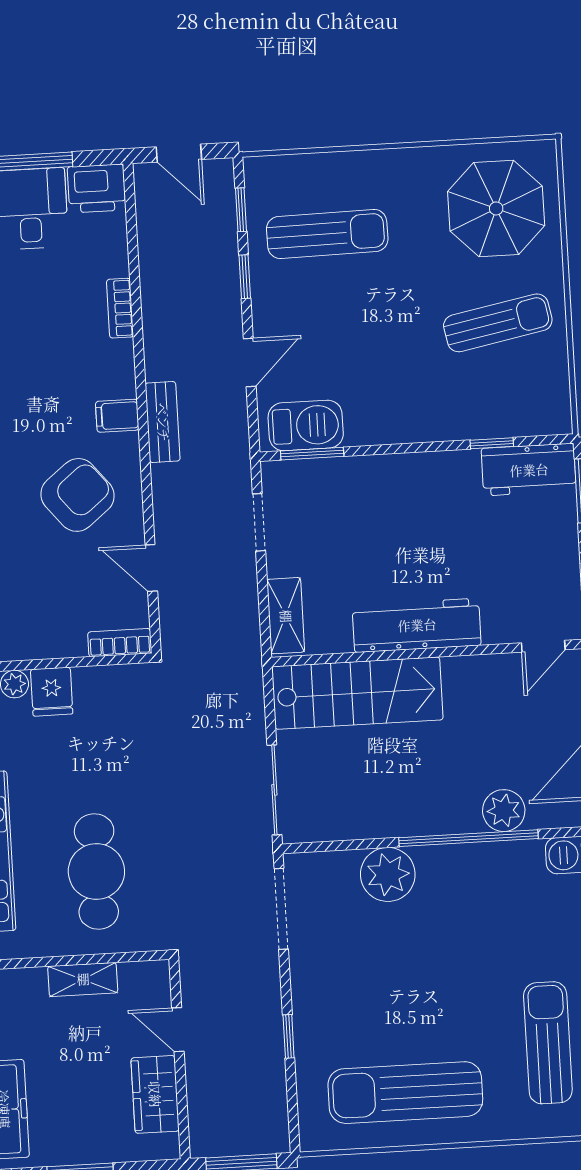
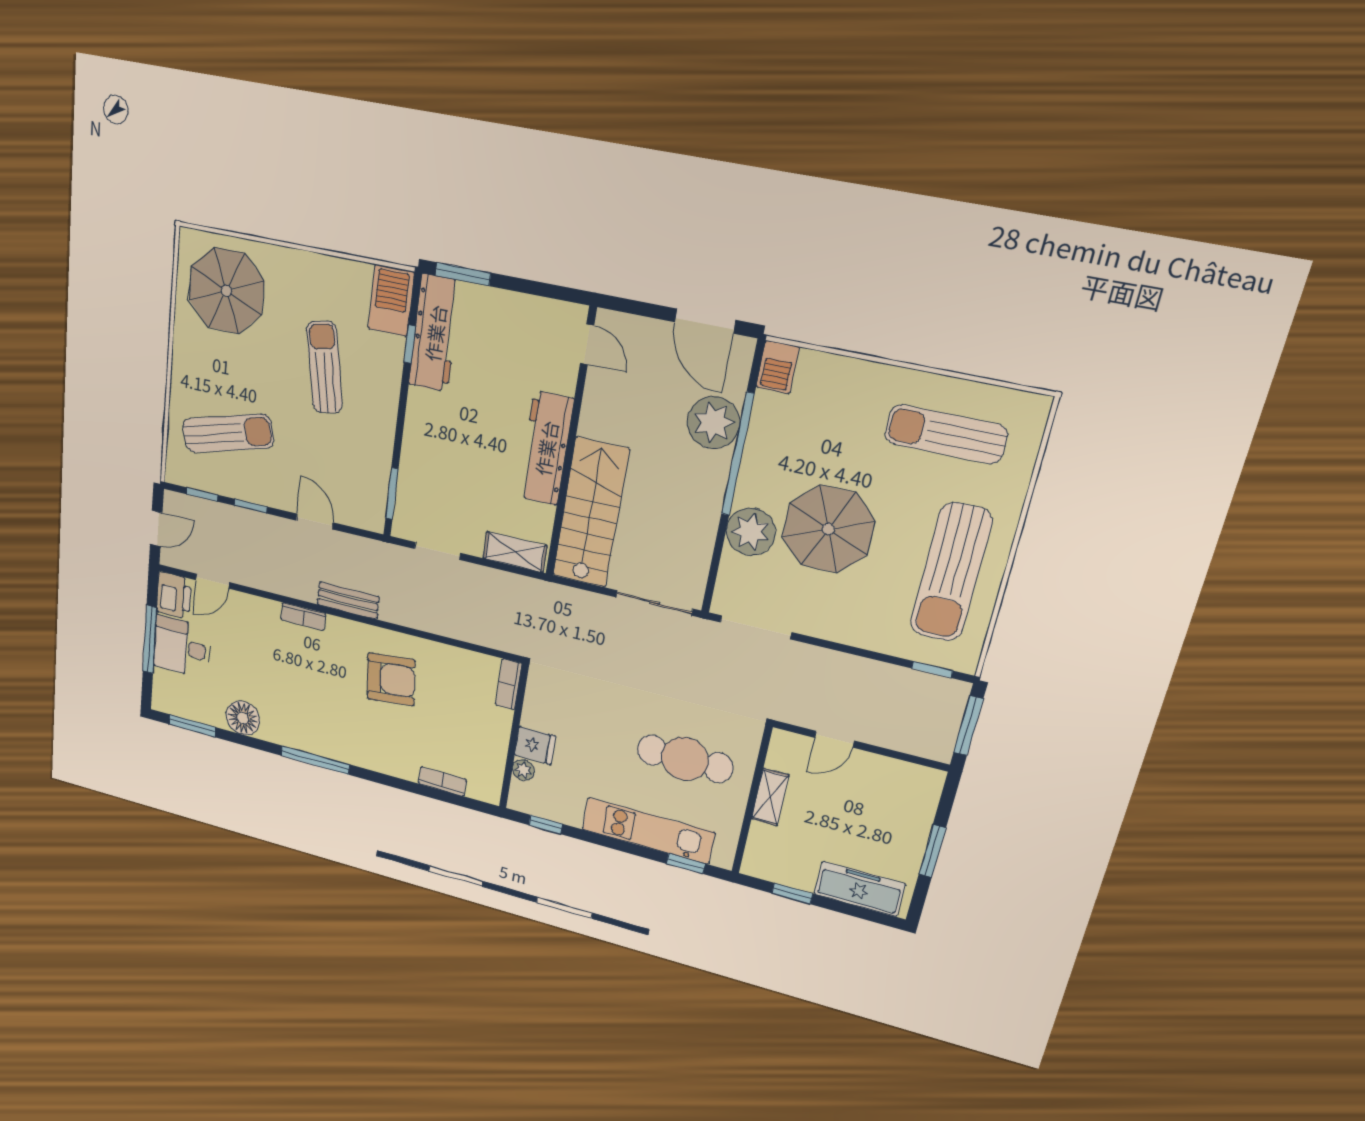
sun lounger: (327, 234) -> (228, 433), turned 76
bookcase: (120, 308) -> (303, 617), moved
sun lounger: (498, 323) -> (325, 367), moved
filing cabinet: (117, 416) -> (338, 632), removed
barbecue: (306, 425) -> (391, 300), moved
workbench: (529, 470) -> (435, 333), width x1.38
armchair: (78, 495) -> (391, 679), turned 123
door: (151, 568) -> (213, 581), moved
plant: (504, 811) -> (713, 422), width x1.36, depth x1.36
parasol: (415, 955) -> (828, 529), added
window: (289, 1036) -> (932, 670), moved
wardrobe: (155, 1094) -> (885, 774), removed

